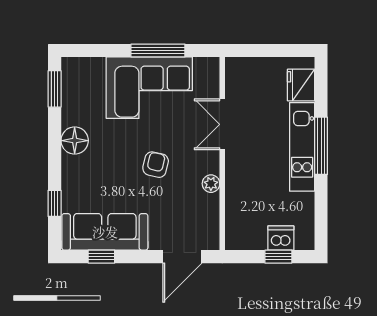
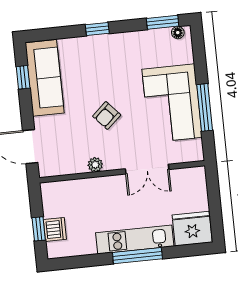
fridge: (301, 85) -> (192, 229), width x1.36, depth x1.34
double door: (222, 124) -> (147, 169), swing flipped
floor lamp: (75, 141) -> (178, 33), moved, width x0.53, depth x0.53
armchair: (156, 165) -> (107, 116), turned 125
window: (55, 203) -> (97, 29), moved

